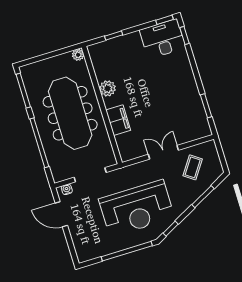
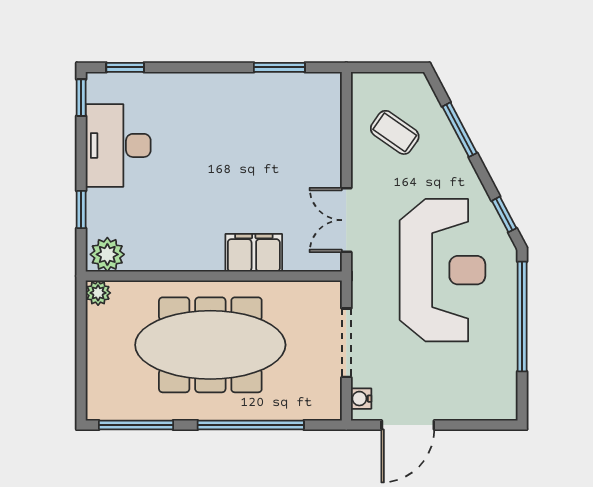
desk: (163, 39) -> (118, 145), moved
plant: (108, 88) -> (107, 254), moved
double door: (163, 152) -> (346, 220), moved

